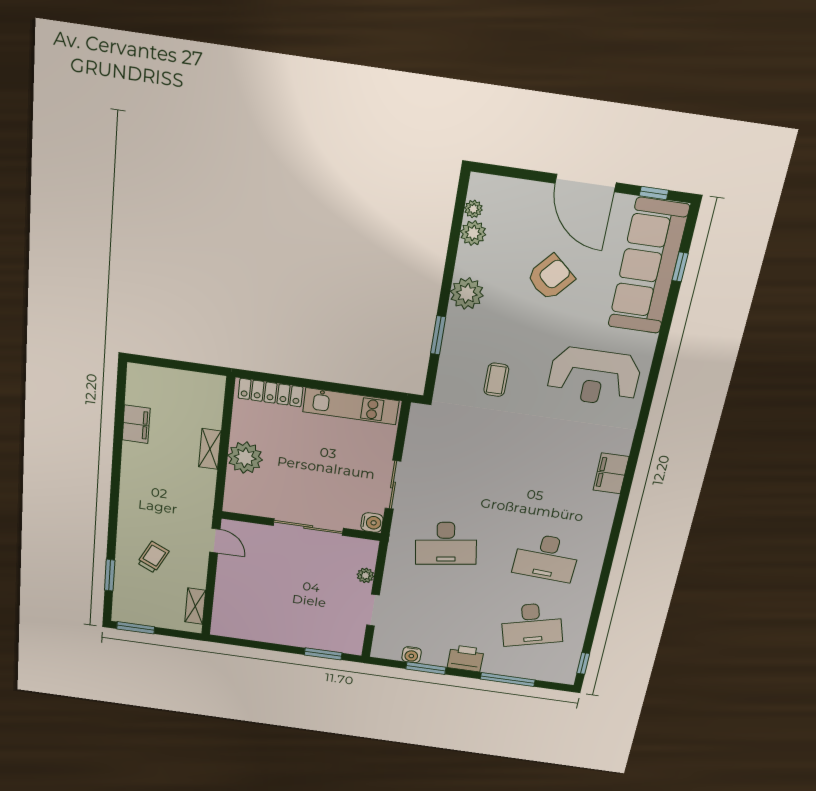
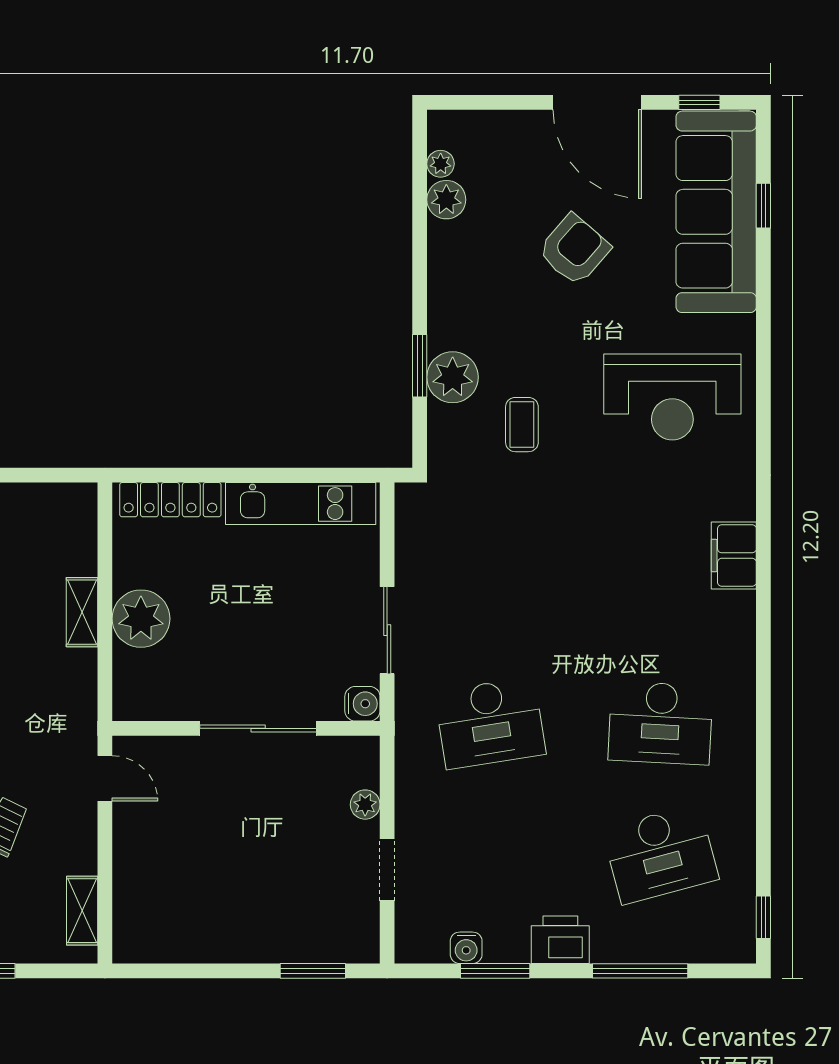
plant: (467, 293) -> (453, 377), moved

